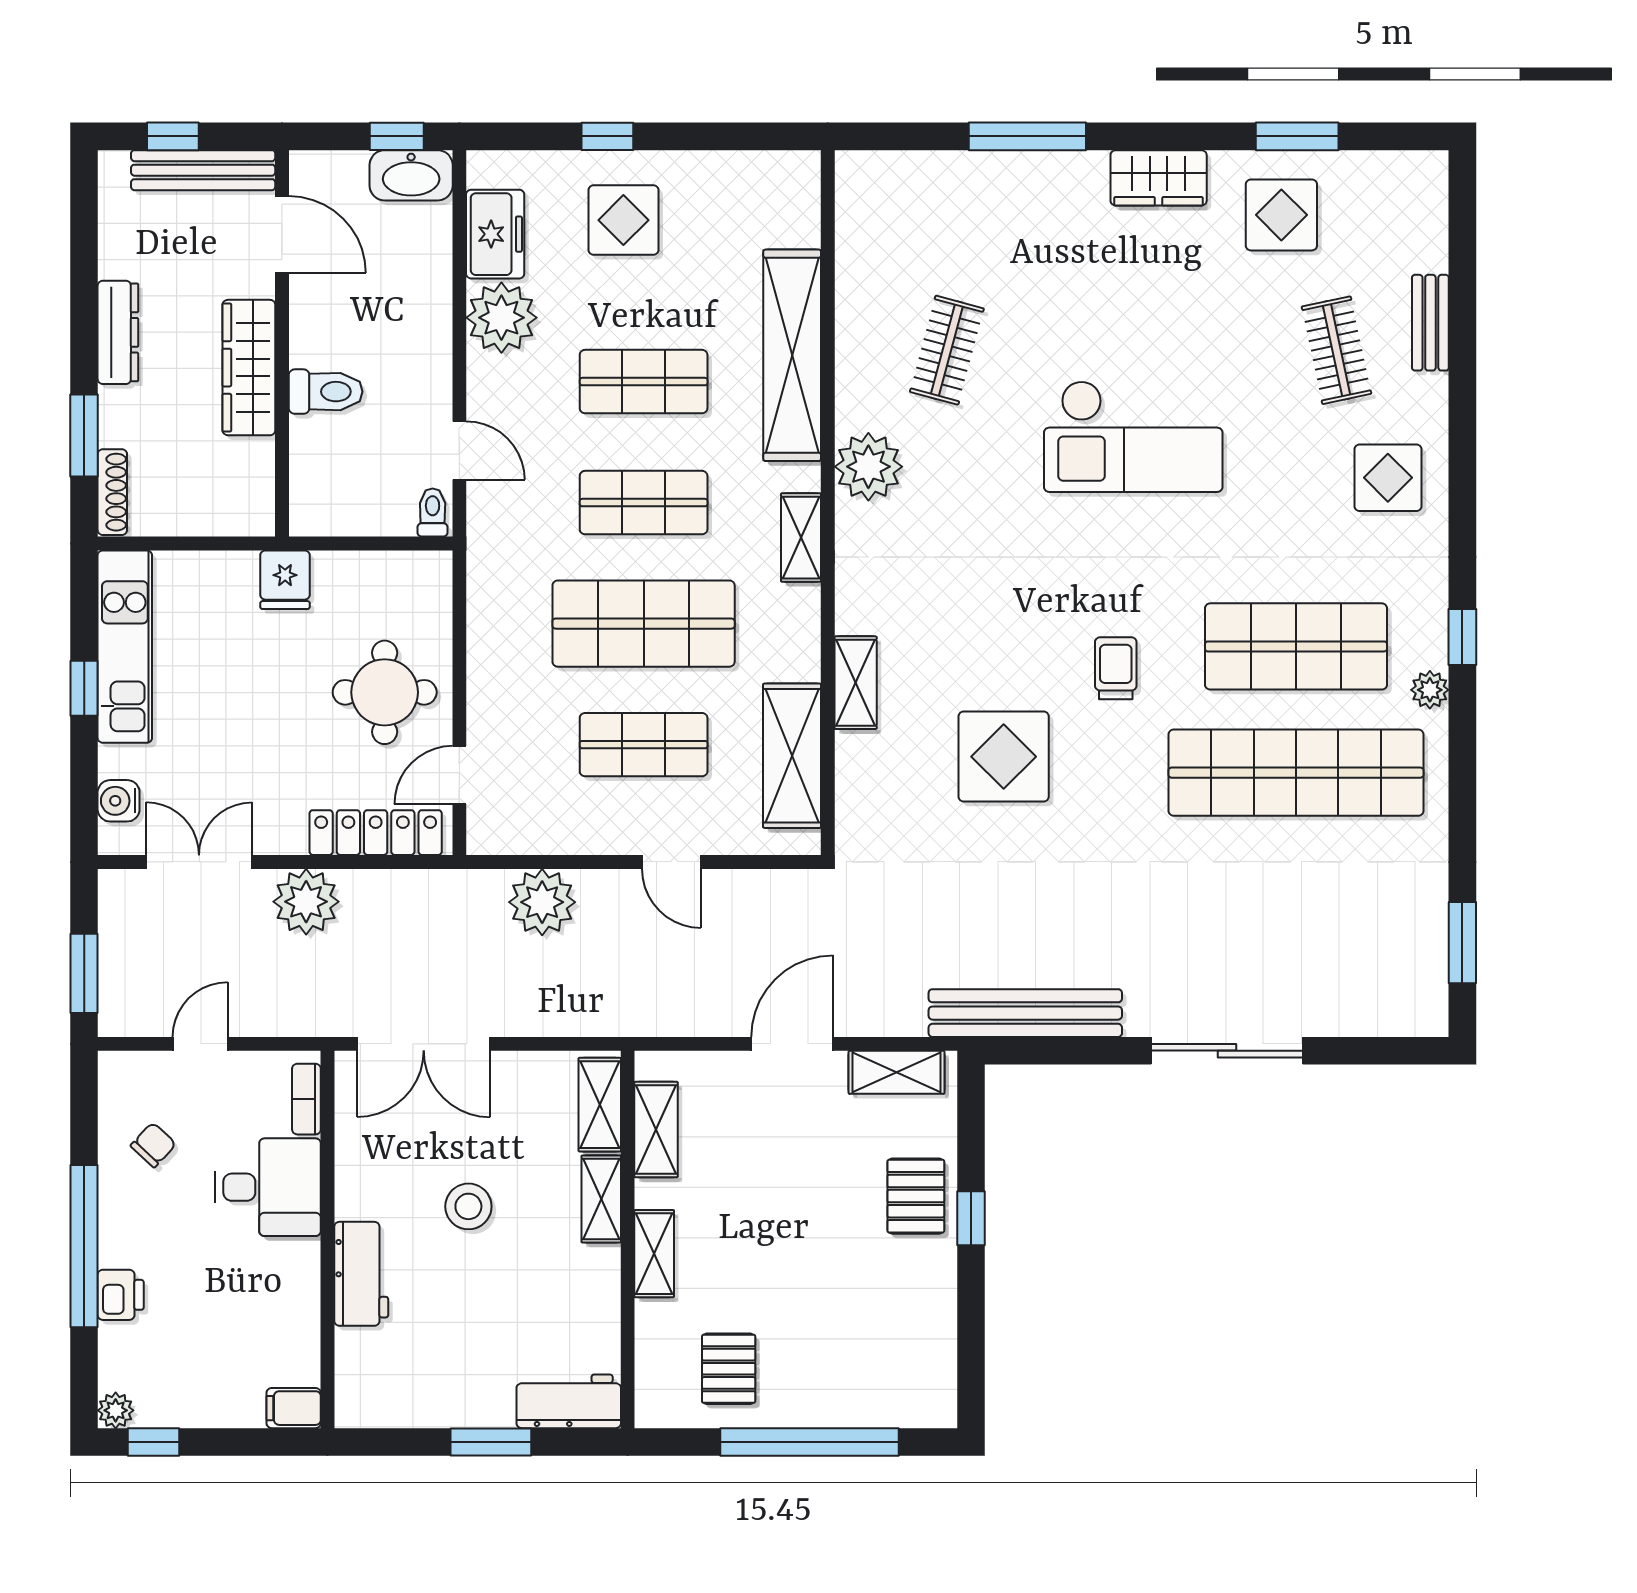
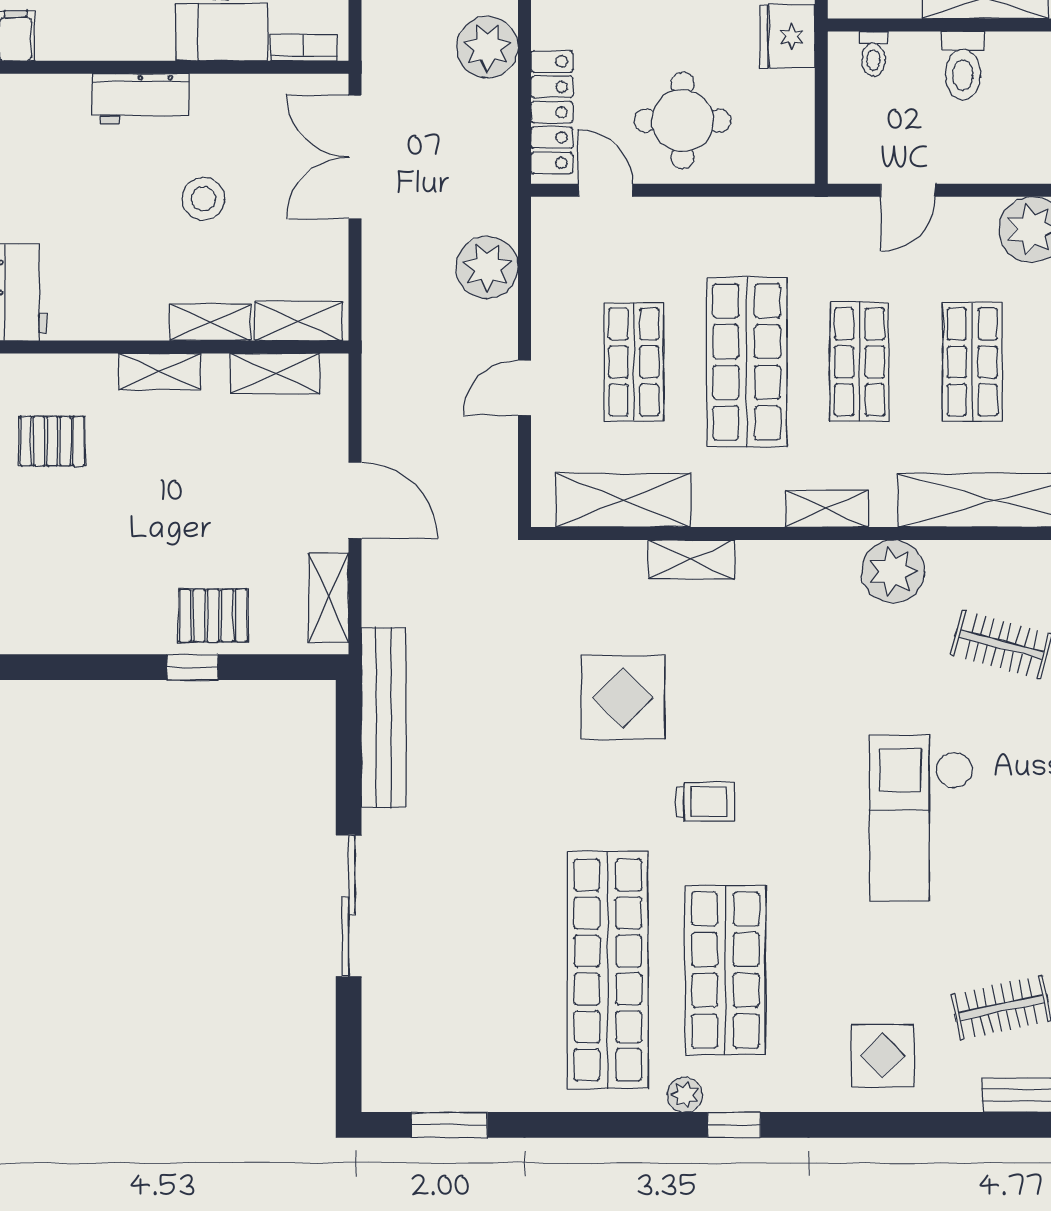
toilet: (433, 512) -> (873, 54), moved, turned 90
fridge: (285, 580) -> (787, 37), width x1.38

